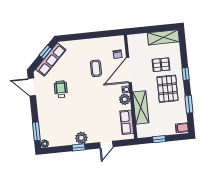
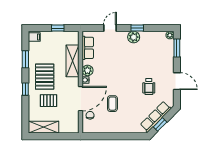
door: (32, 87) -> (177, 81), moved

